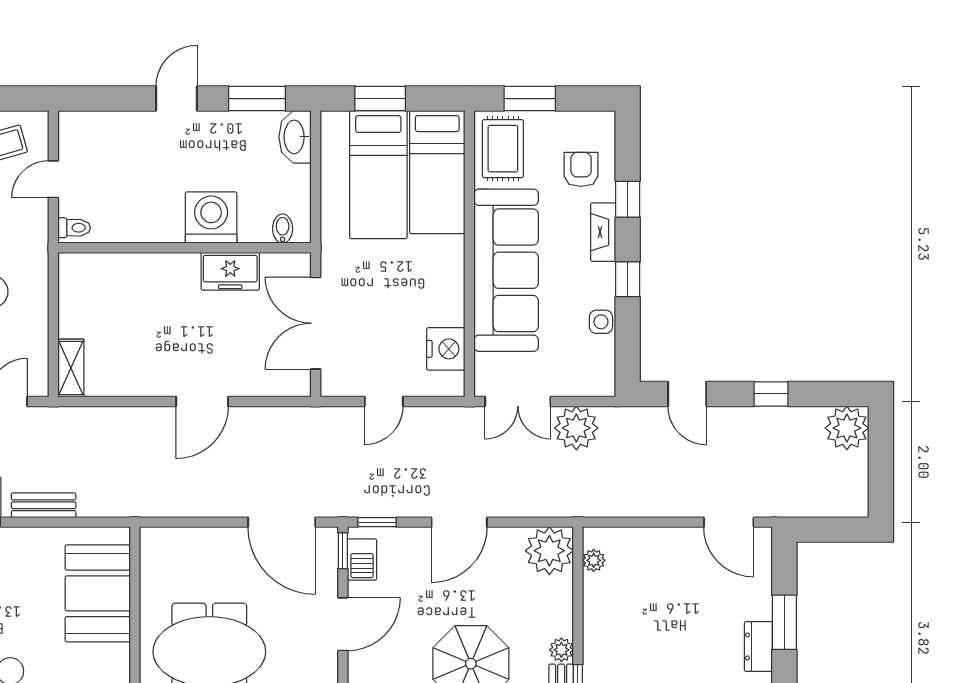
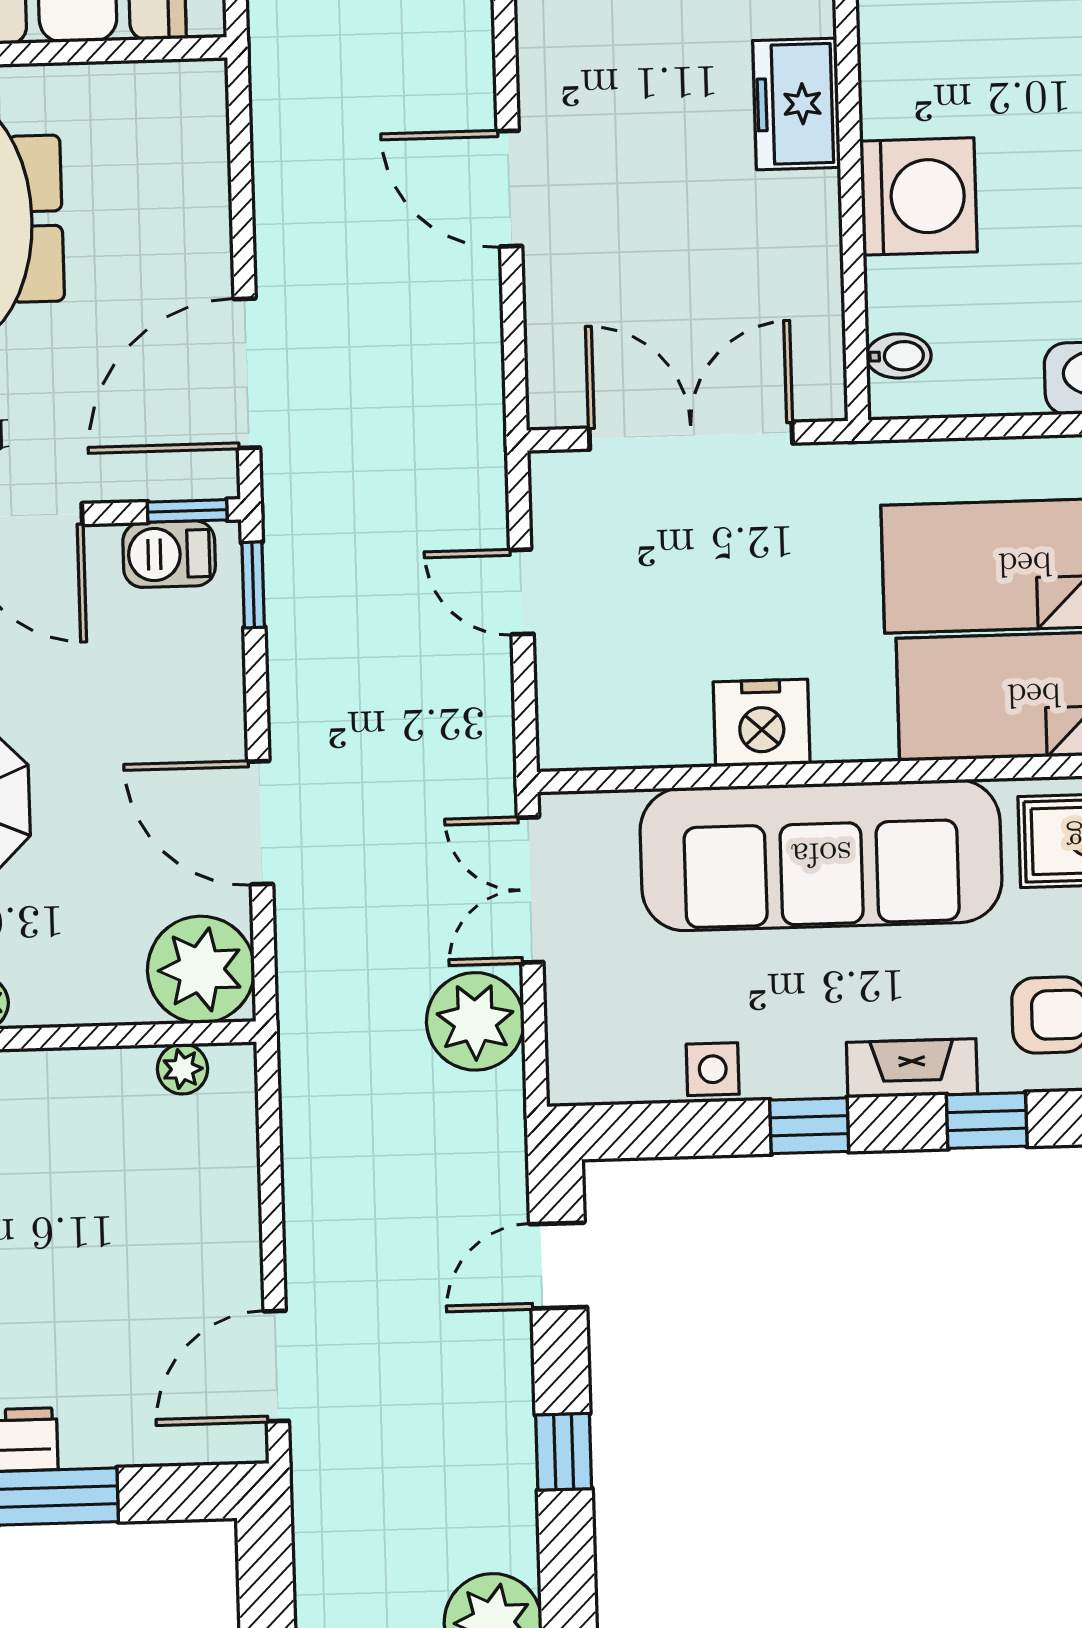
freezer: (230, 271) -> (797, 104), moved
nightstand: (446, 349) -> (762, 723), moved
door: (459, 522) -> (260, 823), moved

